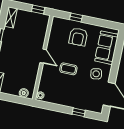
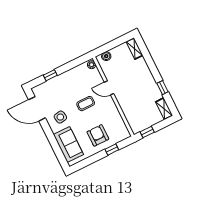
door: (43, 56) -> (109, 88), moved

